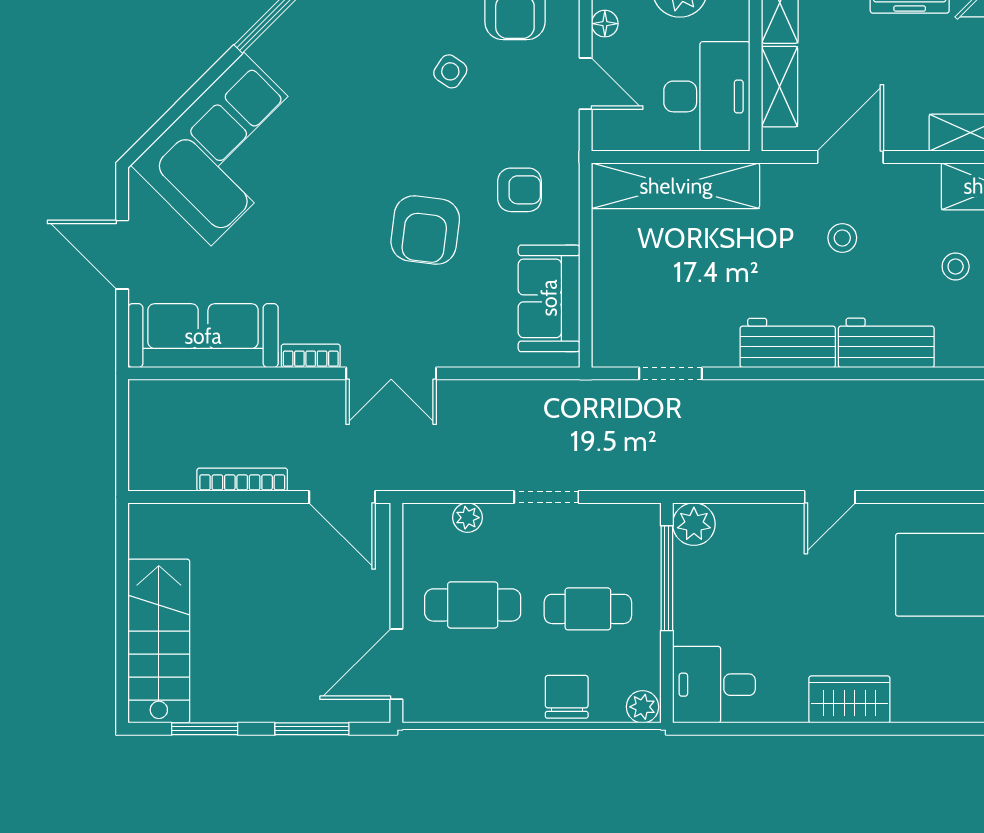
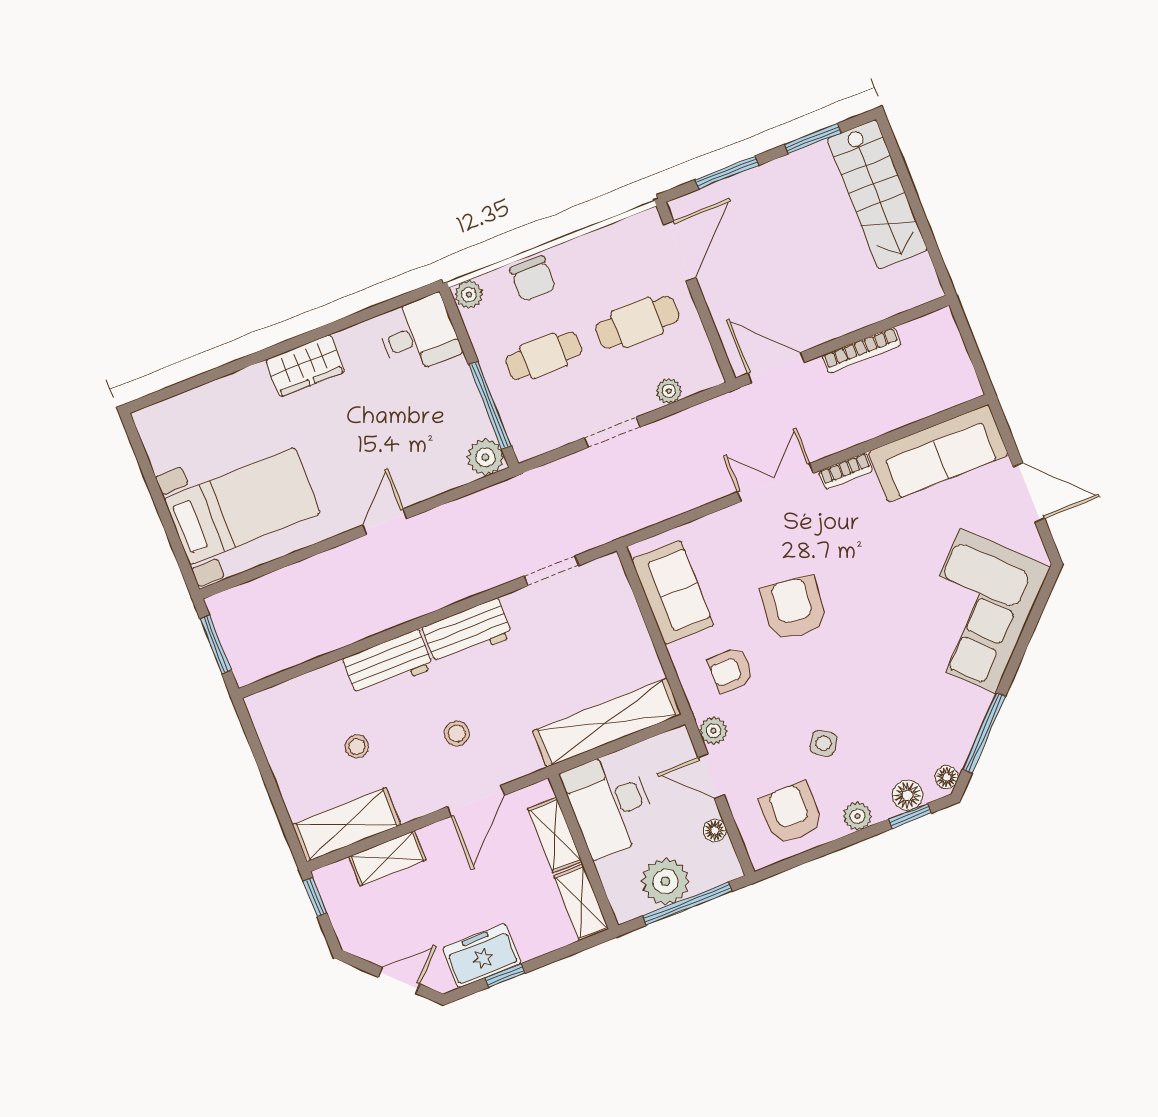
plant: (564, 132) -> (713, 731), added

